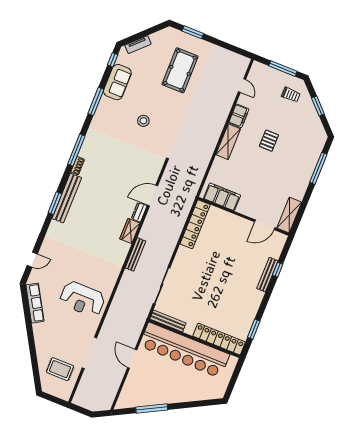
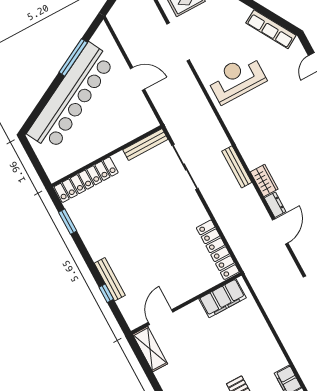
shelving: (228, 142) -> (271, 349), removed
bar counter: (185, 350) -> (71, 97), moved, turned 152

